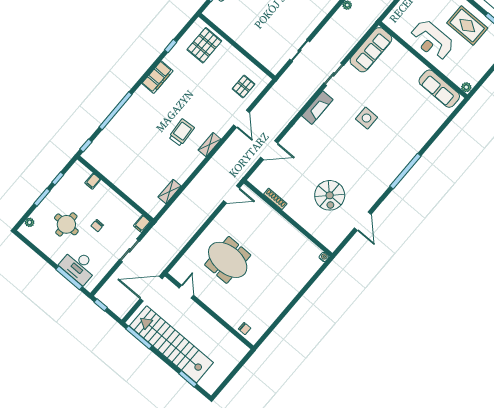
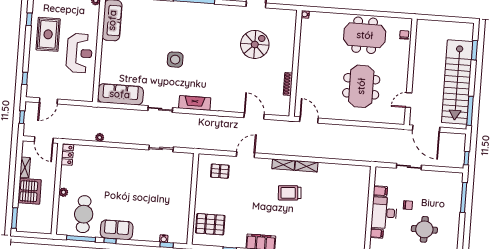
shelving: (170, 192) -> (306, 166), moved
filing cabinet: (142, 224) -> (380, 191), moved
desk: (79, 266) -> (384, 213), moved, turned 180
meeting table: (269, 295) -> (365, 35), added

